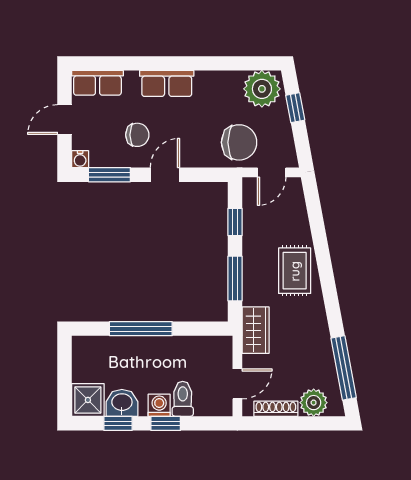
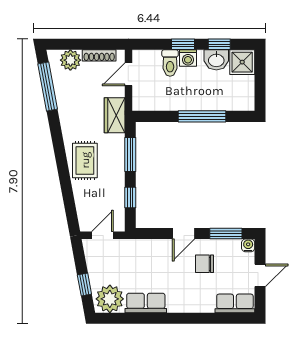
row of seats: (167, 83) -> (146, 303), moved
chair: (239, 142) -> (127, 258), removed

